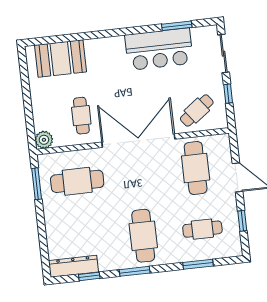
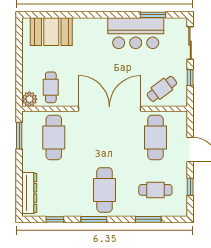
cafe table: (81, 116) -> (51, 87), moved
cafe table: (77, 181) -> (54, 137), turned 90
dresser: (73, 266) -> (29, 193), moved, turned 90

